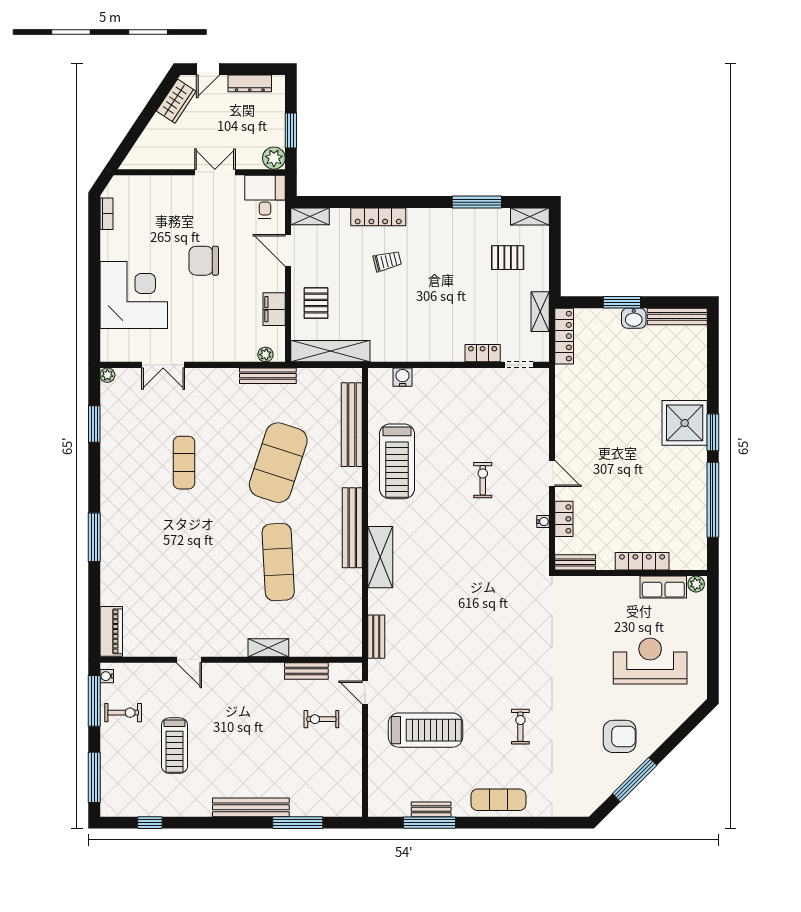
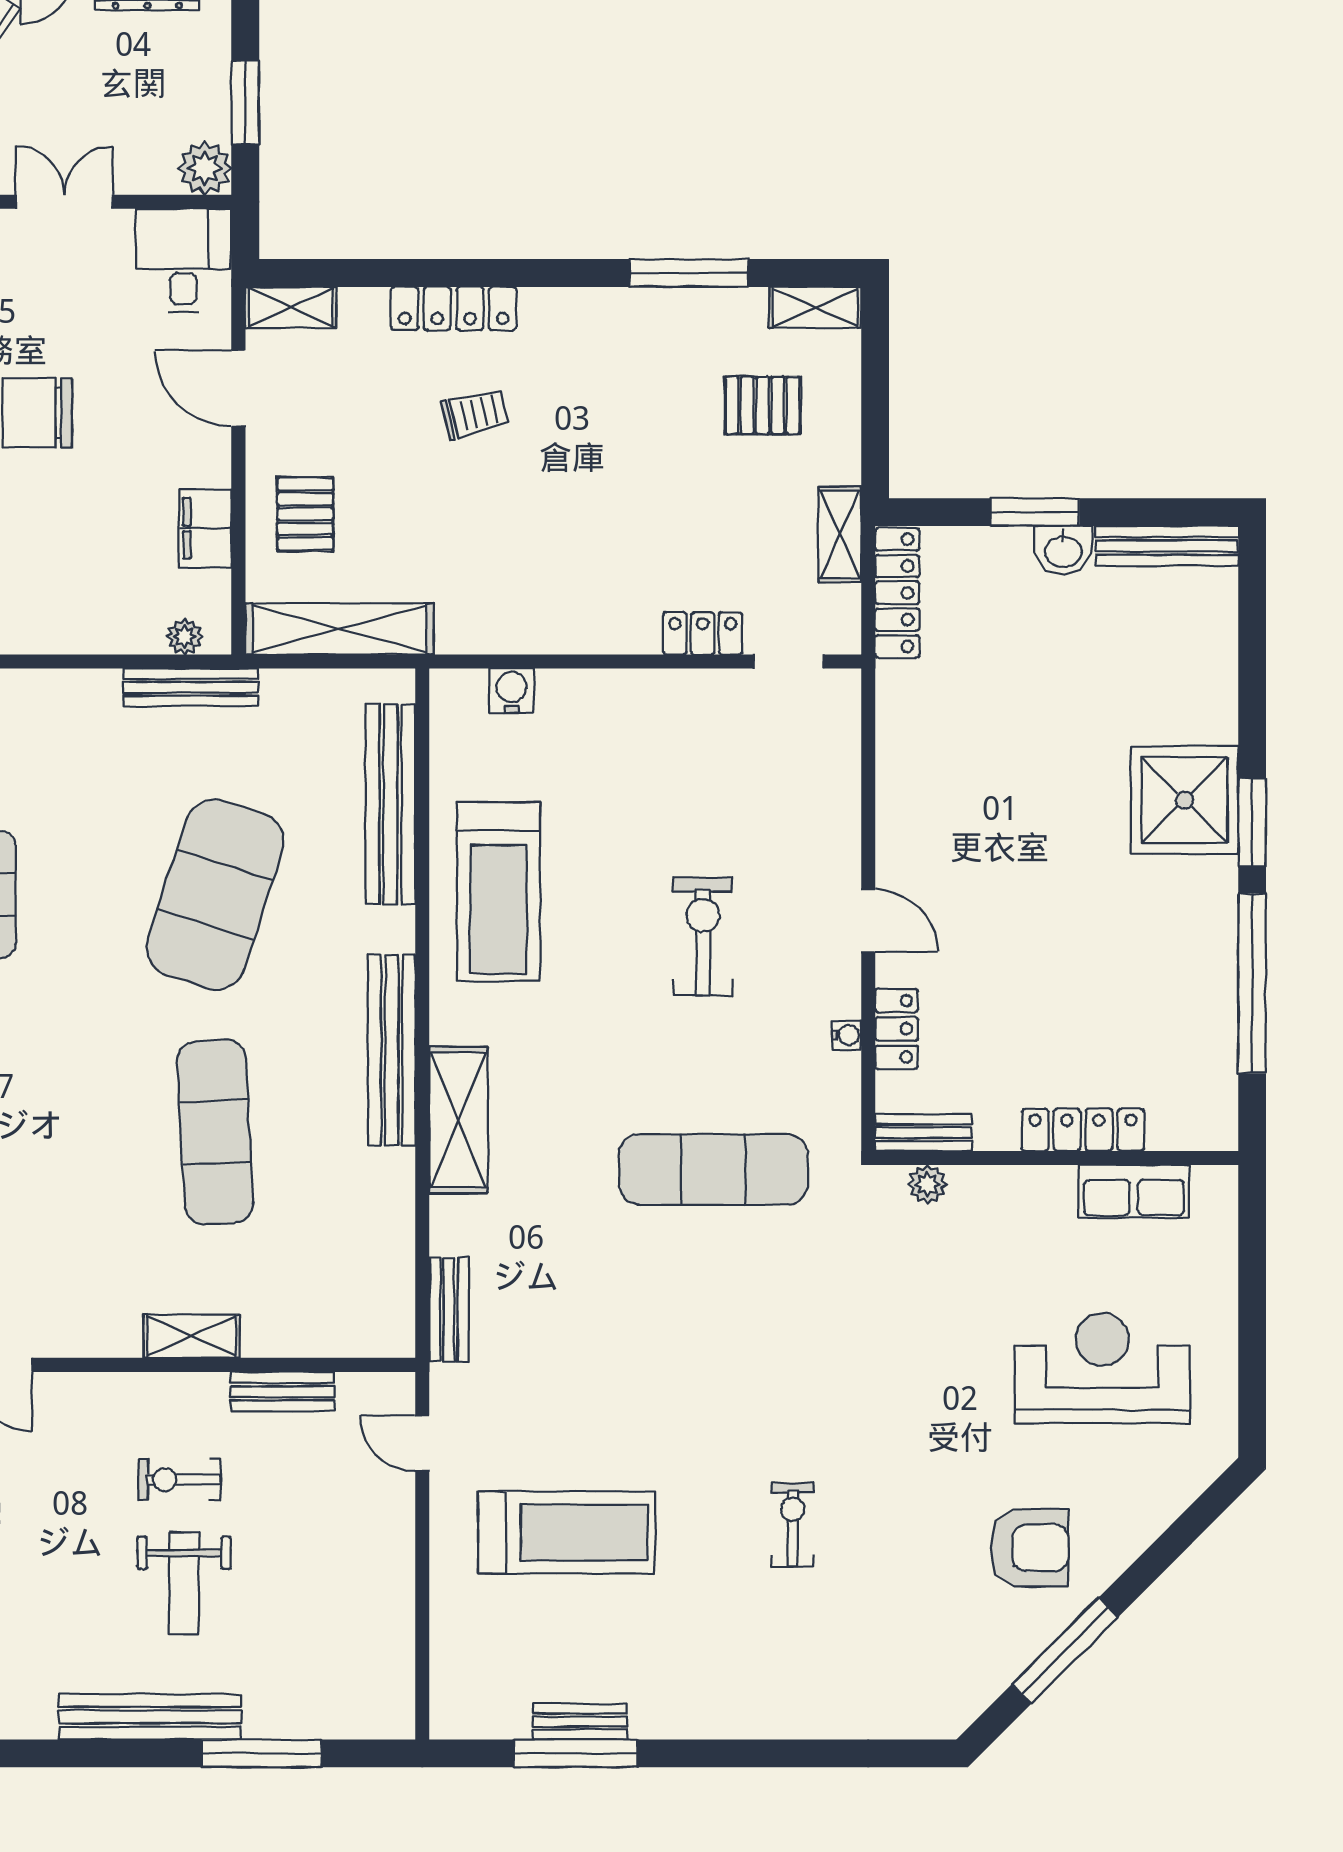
exercise bike: (483, 480) -> (703, 937), width x1.38, depth x1.39
plant: (696, 584) -> (928, 1184), moved
exercise bike: (321, 719) -> (179, 1480), moved
weight bench: (265, 751) -> (184, 1583), added
exercise mat: (498, 800) -> (713, 1169), moved, width x1.36, depth x1.45

